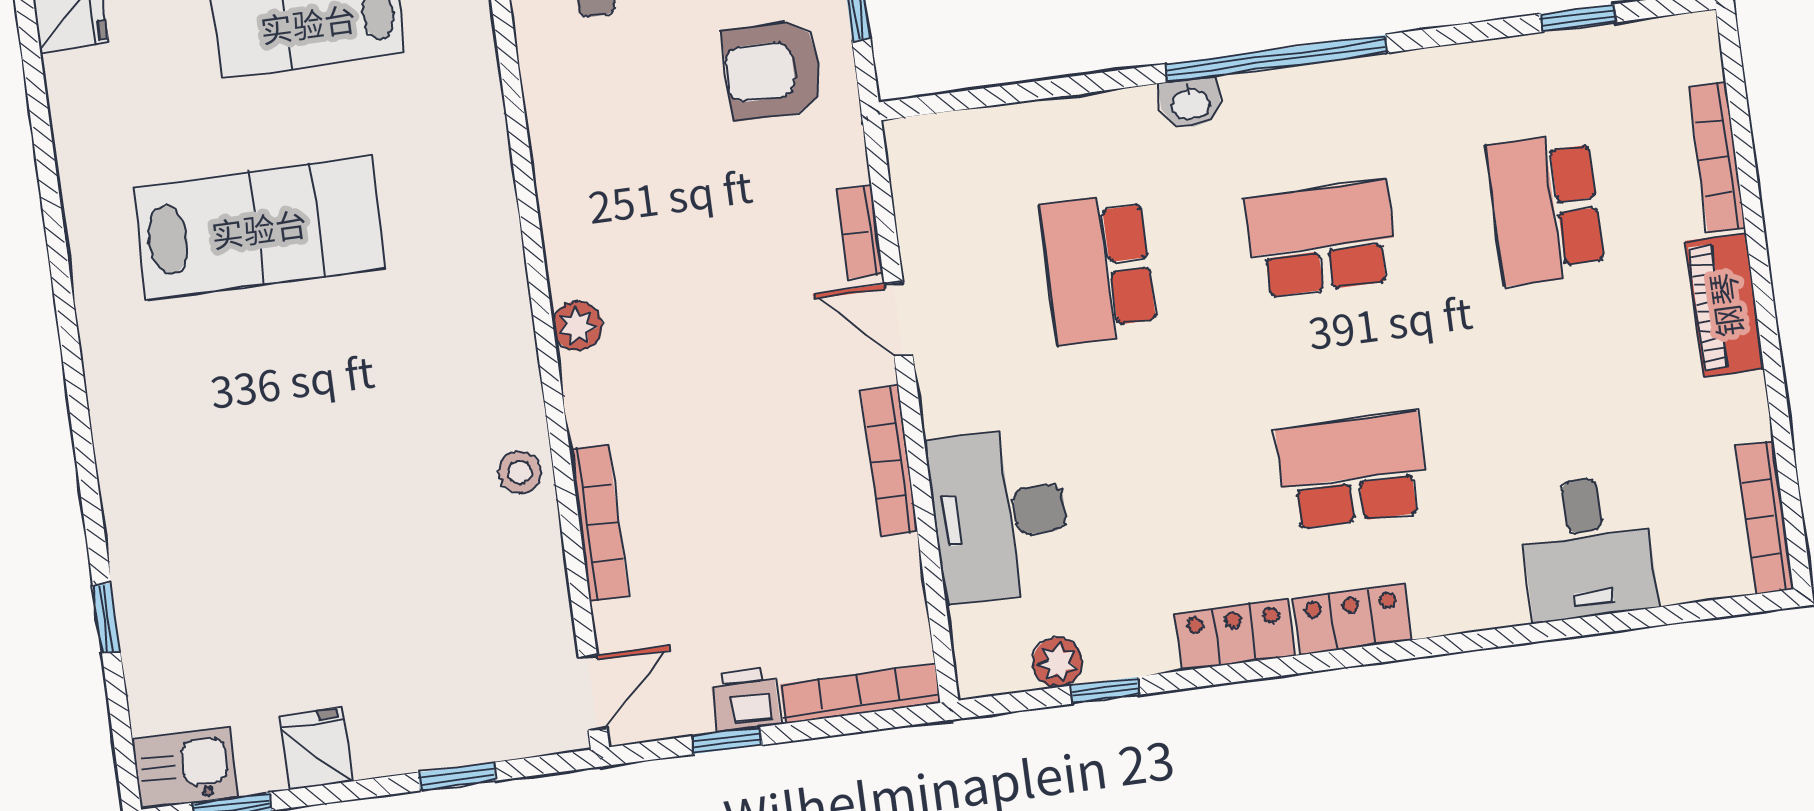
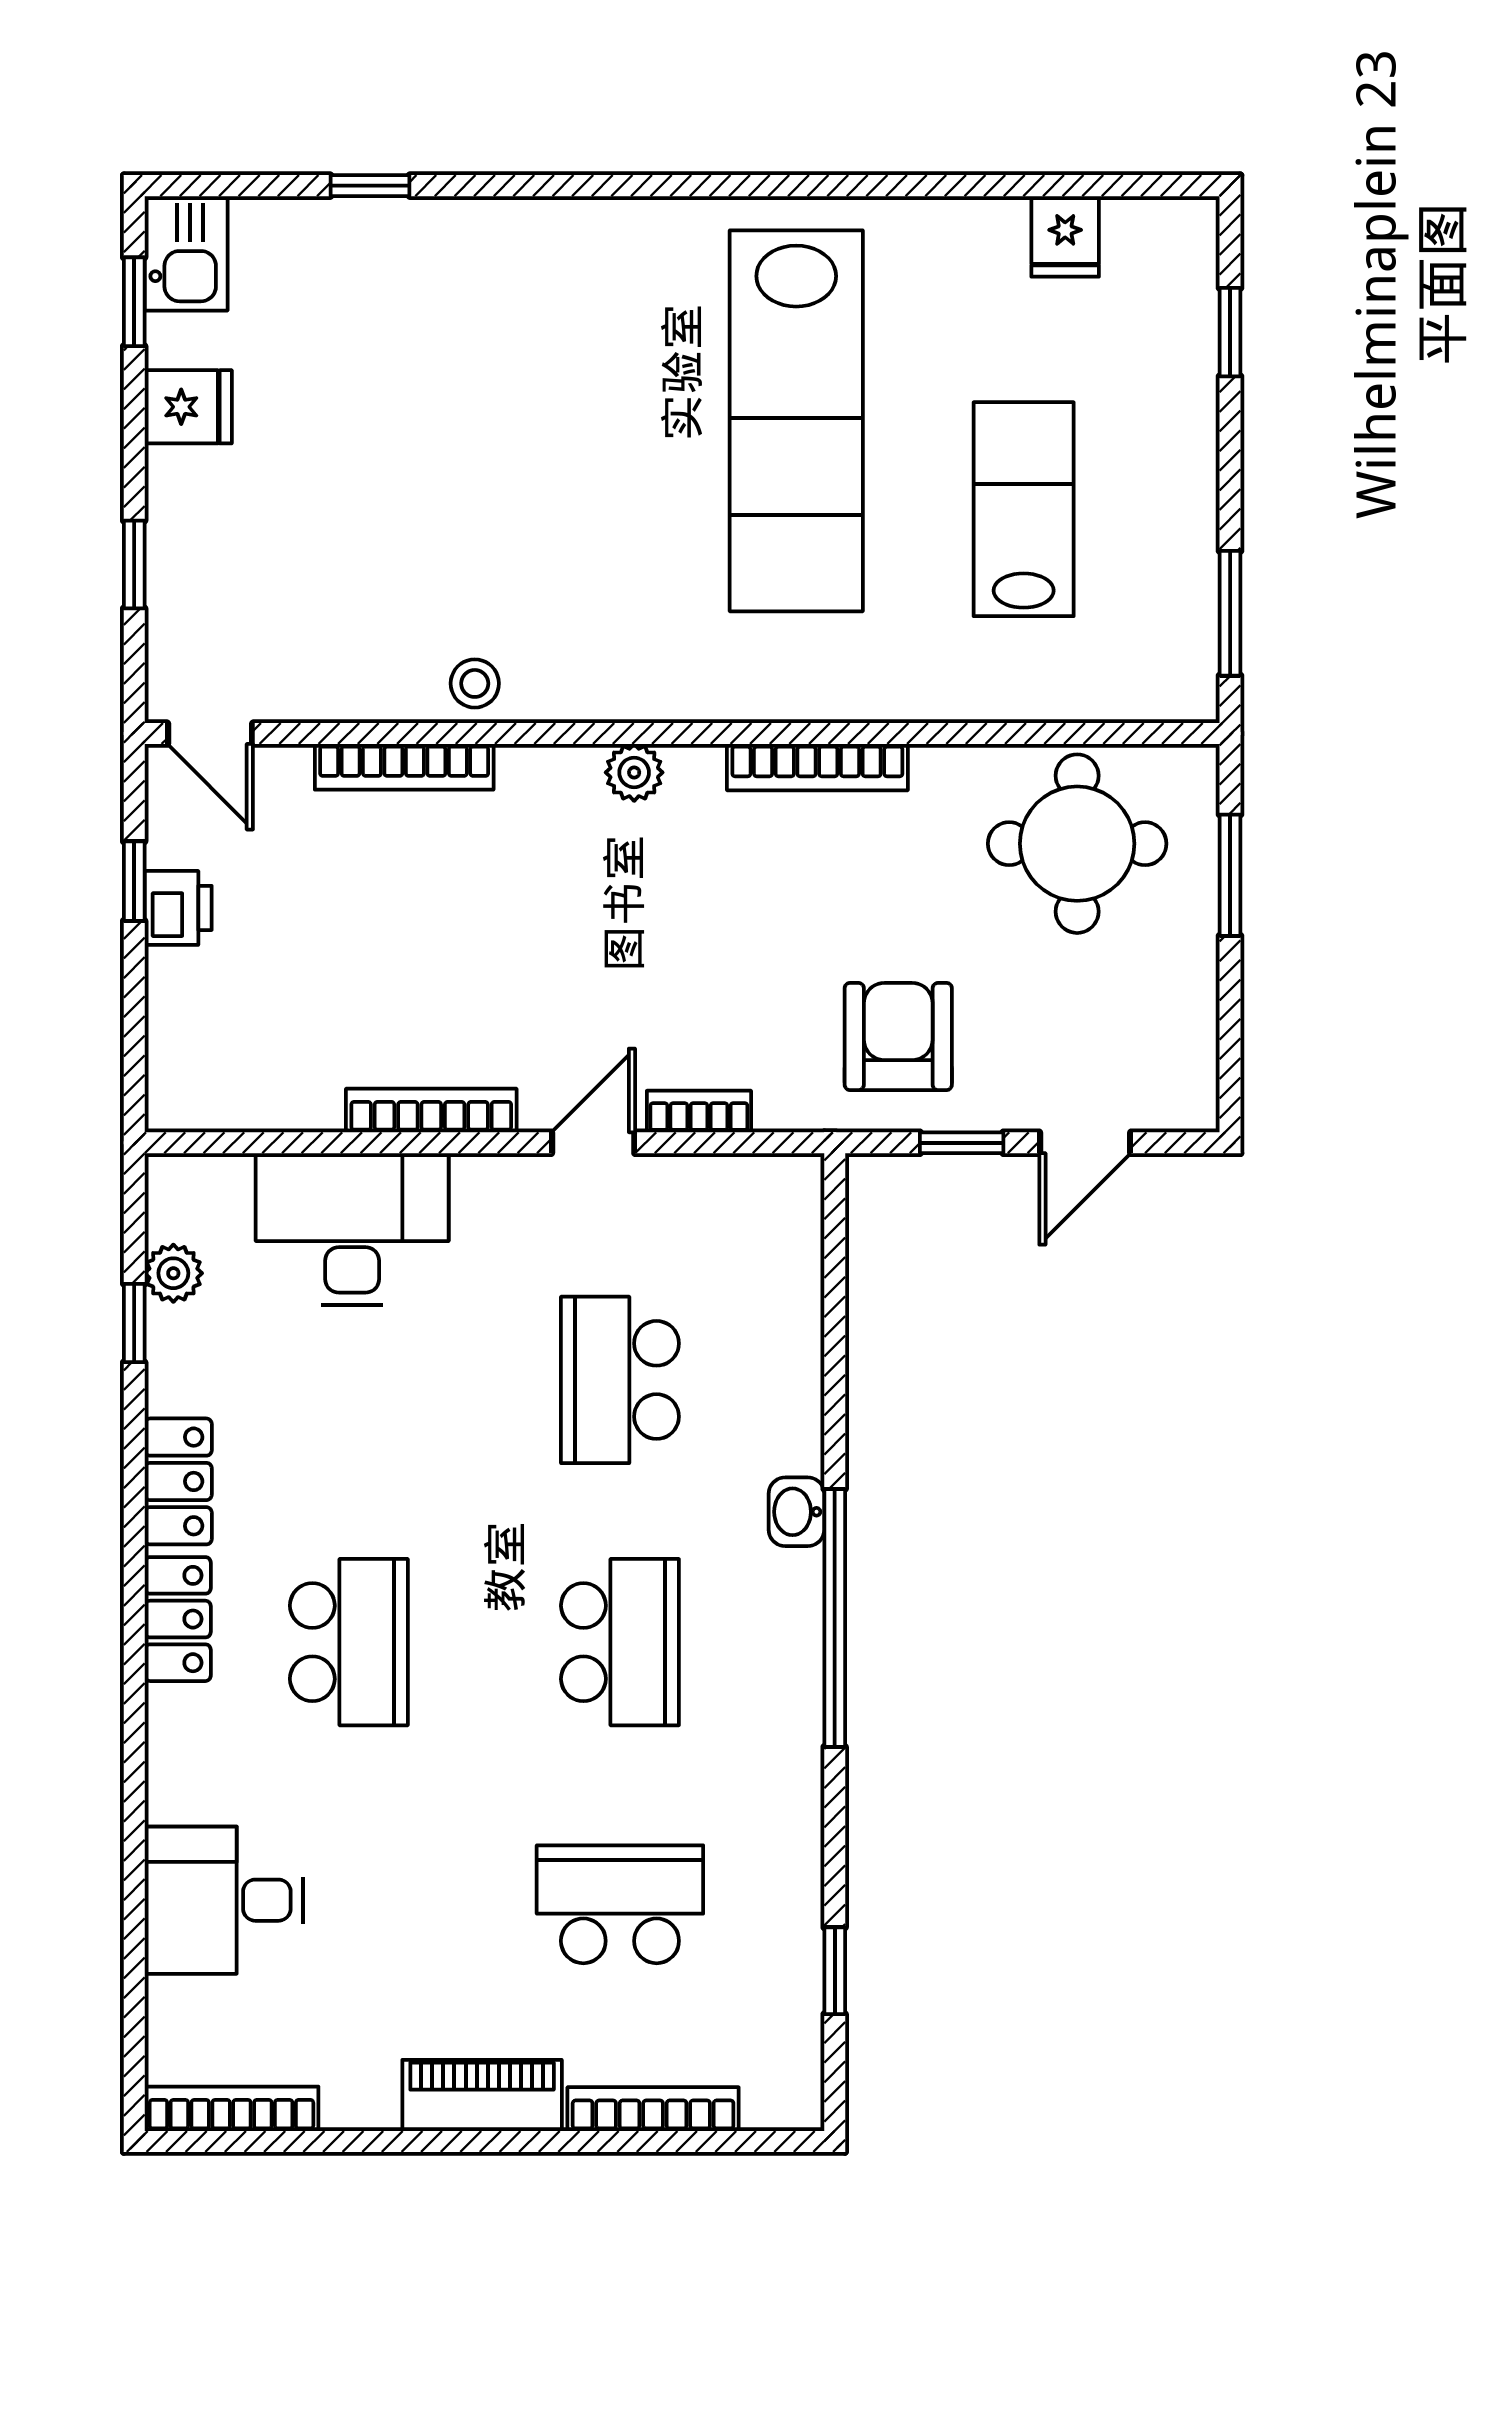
lab bench: (259, 228) -> (796, 421), width x1.36
school desk: (1098, 269) -> (620, 1380), turned -90
bookcase: (860, 694) -> (817, 767), moved, turned 90

